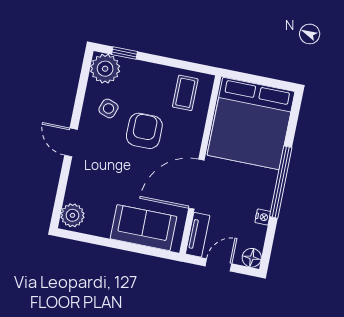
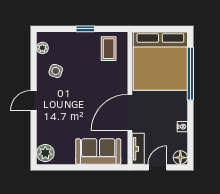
window: (124, 53) -> (85, 29), moved
plant: (105, 69) -> (42, 48), width x0.53, depth x0.53
armchair: (144, 131) -> (85, 82), removed
door: (71, 142) -> (34, 101), hinge flipped
window: (281, 182) -> (190, 74), moved

